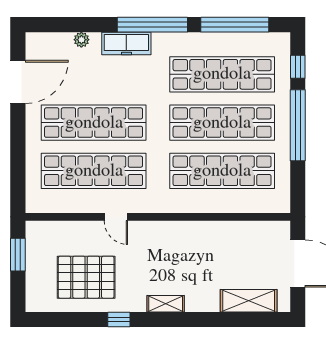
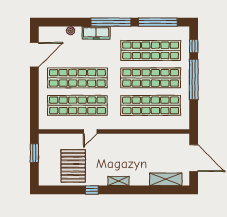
door: (116, 217) -> (90, 132), hinge flipped
pallet: (86, 277) -> (73, 166), turned 90

